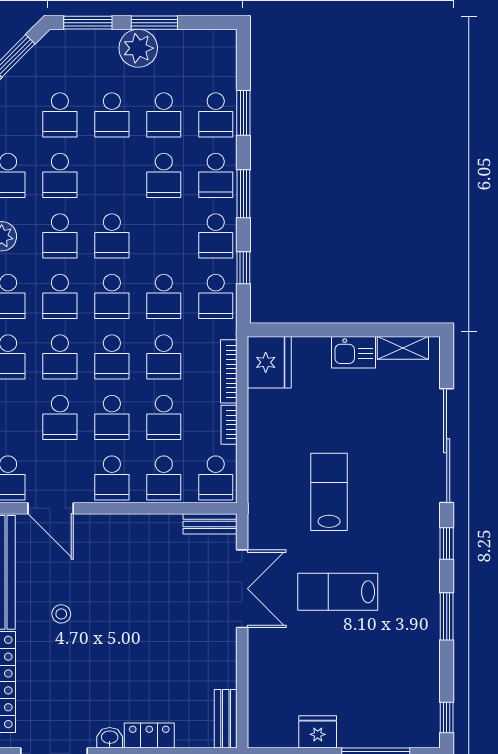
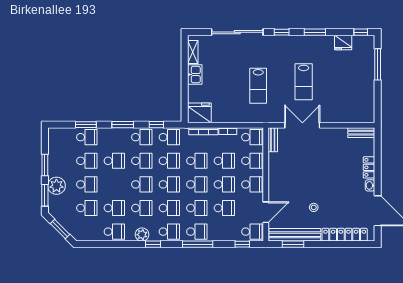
plant: (138, 48) -> (56, 186), moved
school desk: (216, 175) -> (142, 161), moved
lab bench: (329, 492) -> (258, 86), turned -90
fridge: (318, 732) -> (343, 42), moved, turned -90

